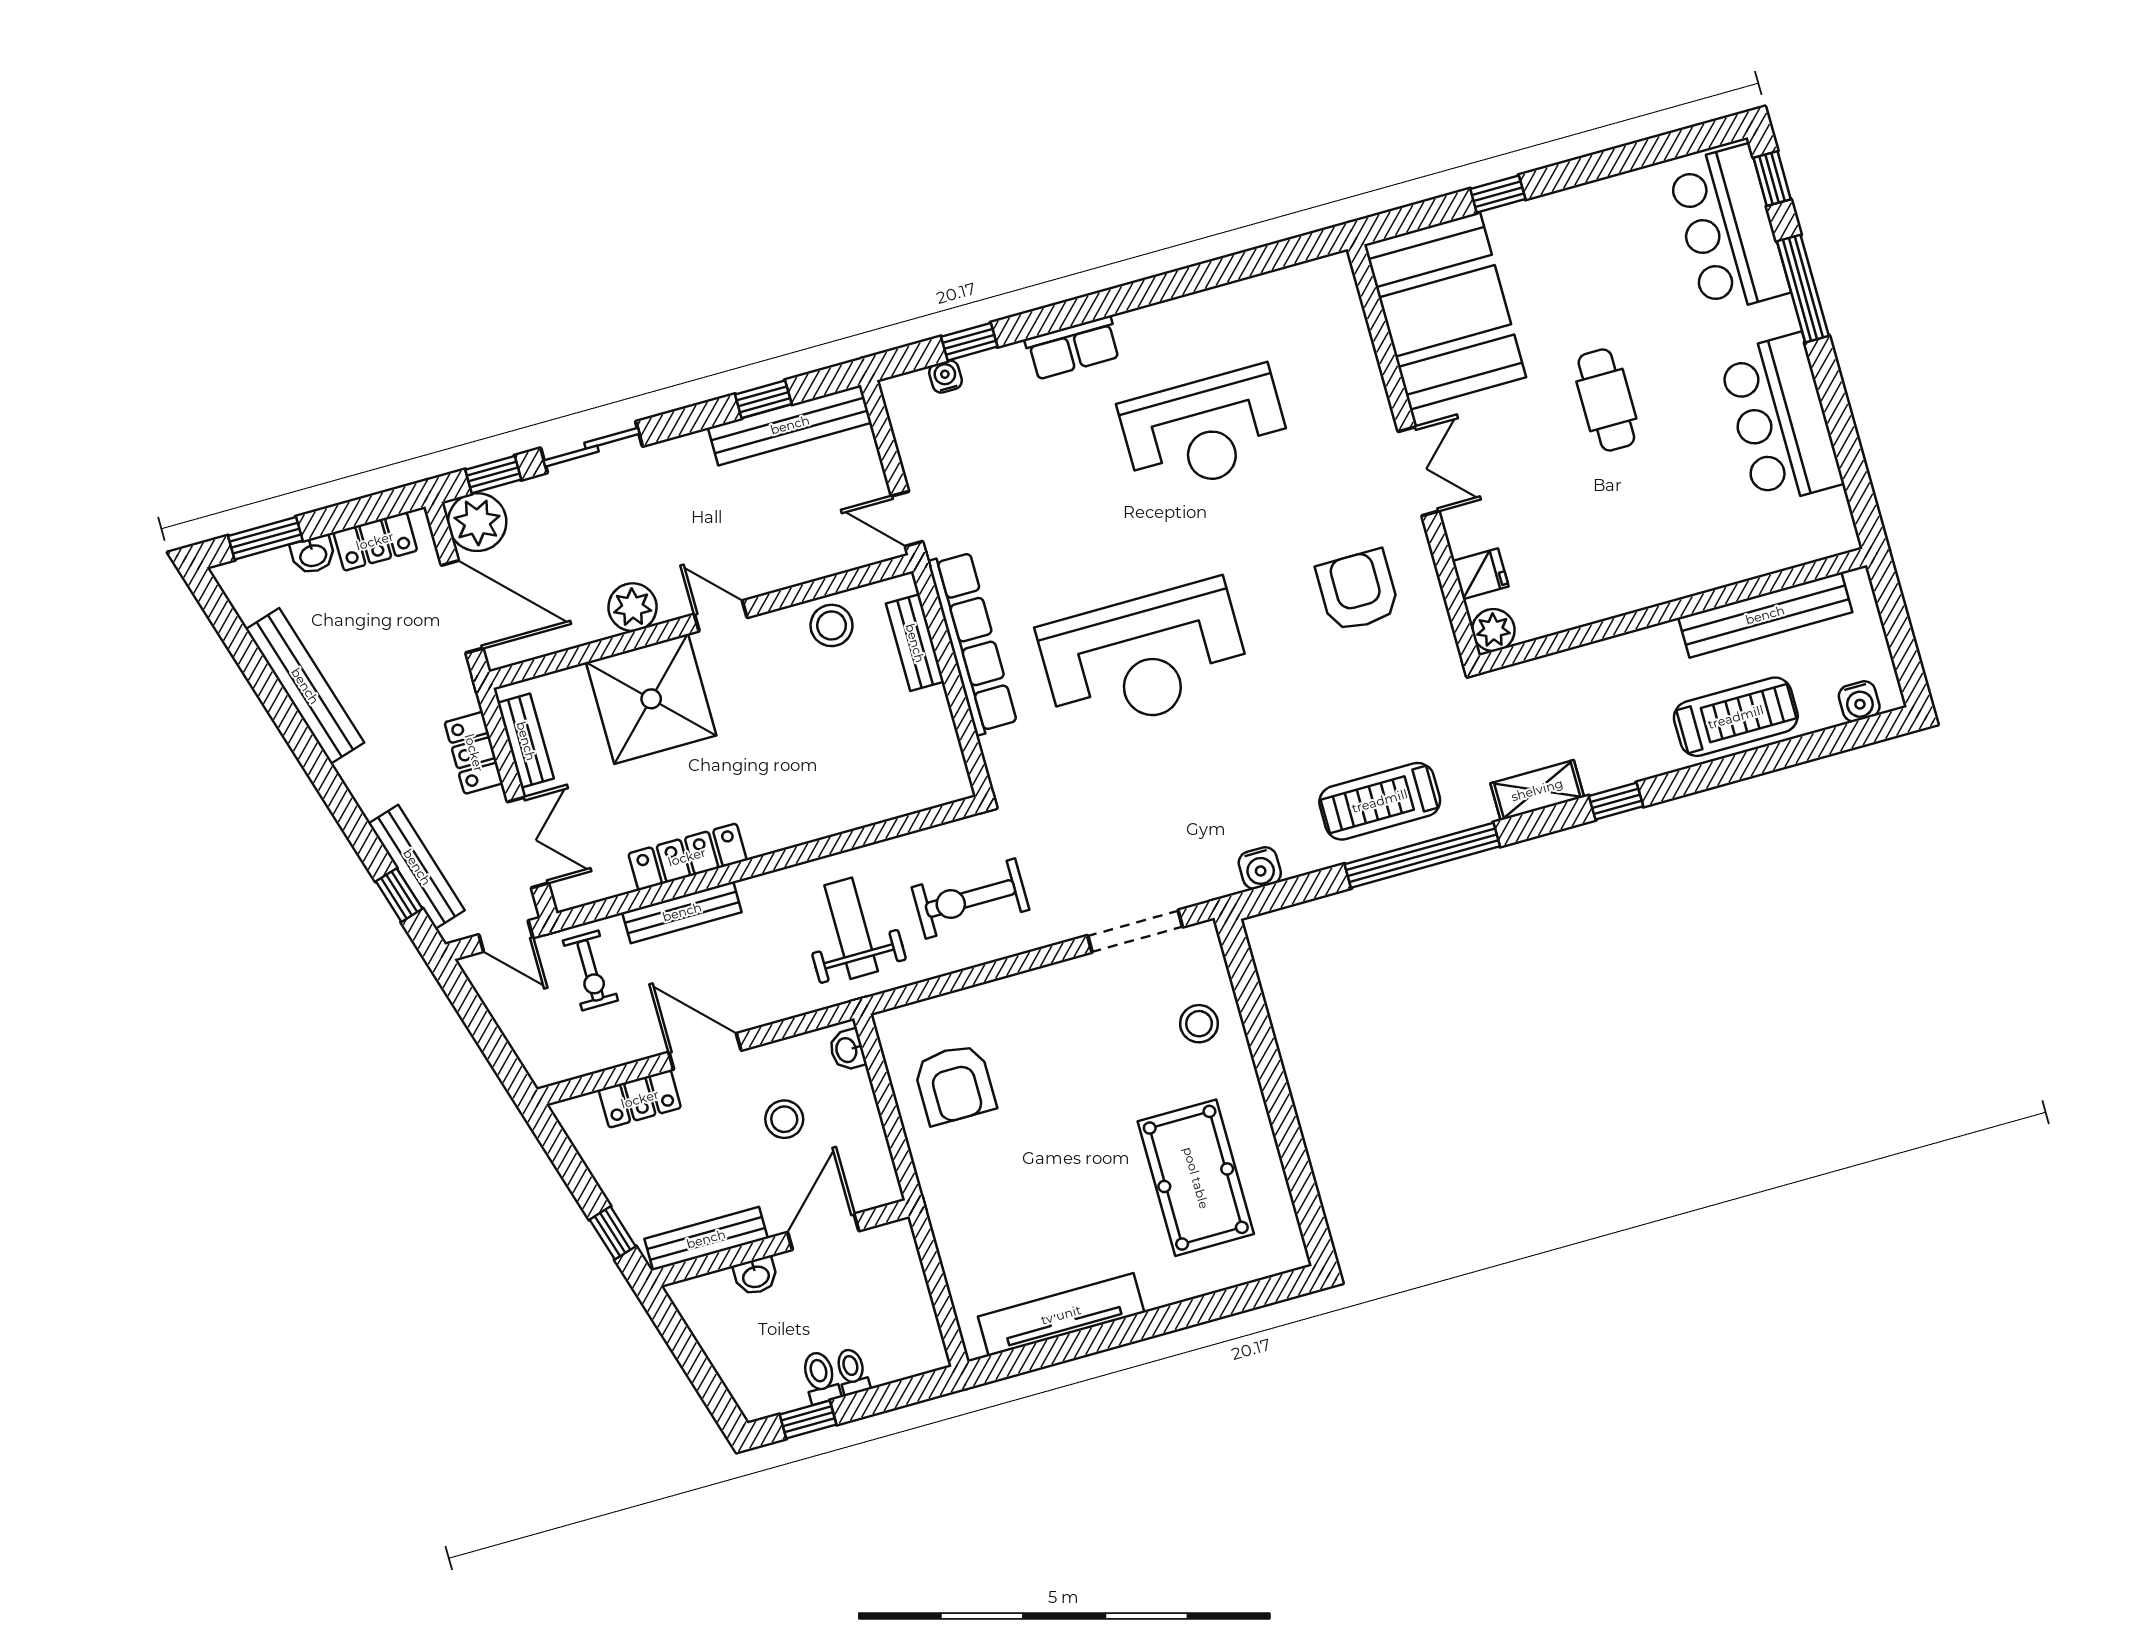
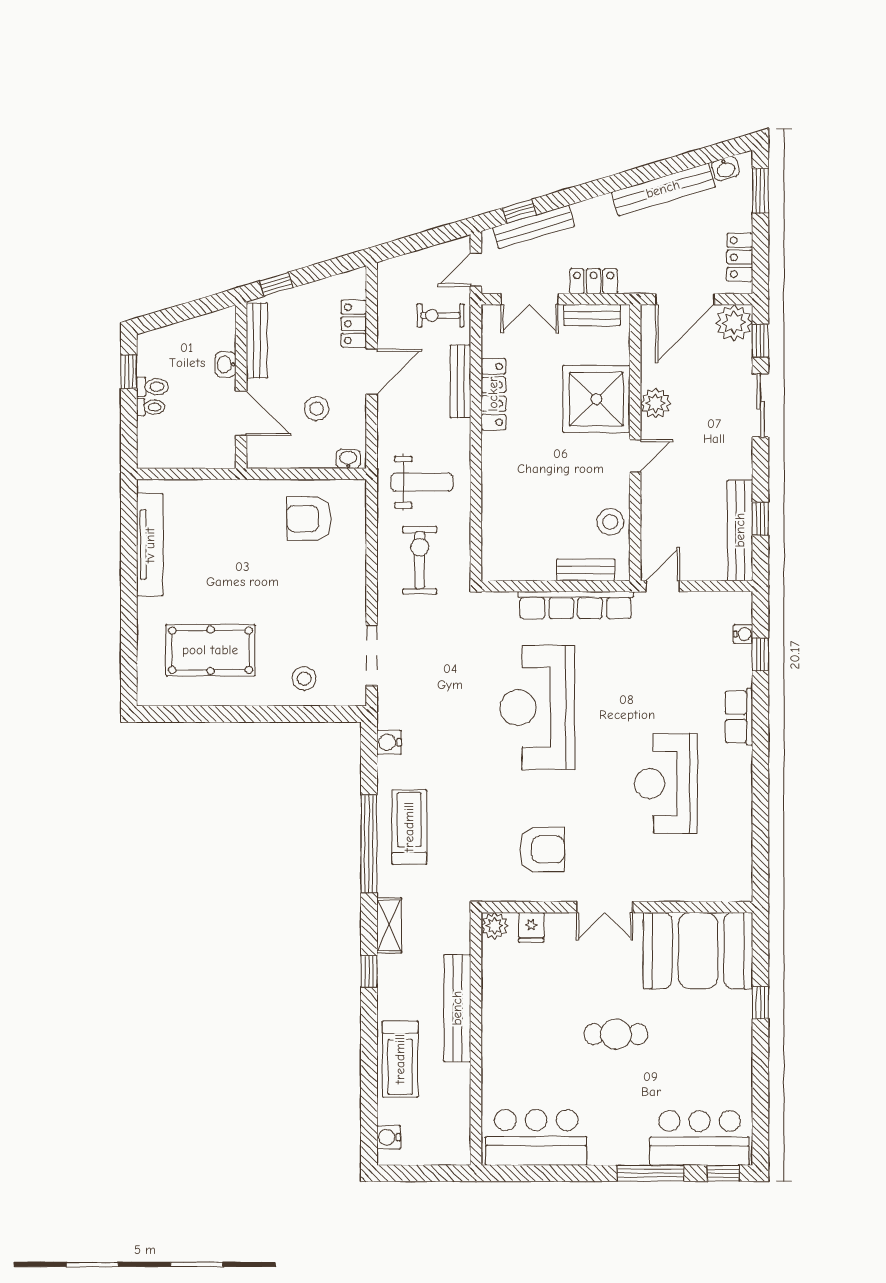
bar counter: (1781, 419) -> (536, 1137), moved
washbasin: (313, 555) -> (726, 169), moved, turned -107
bench: (1765, 615) -> (457, 1008), moved

